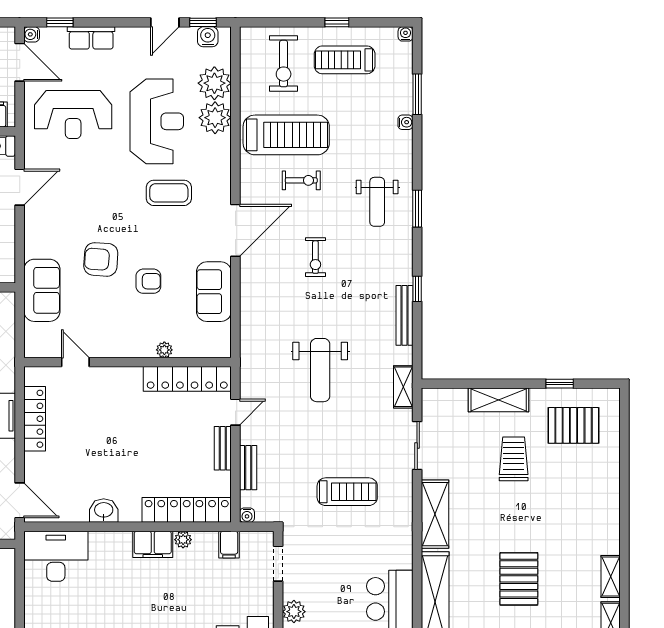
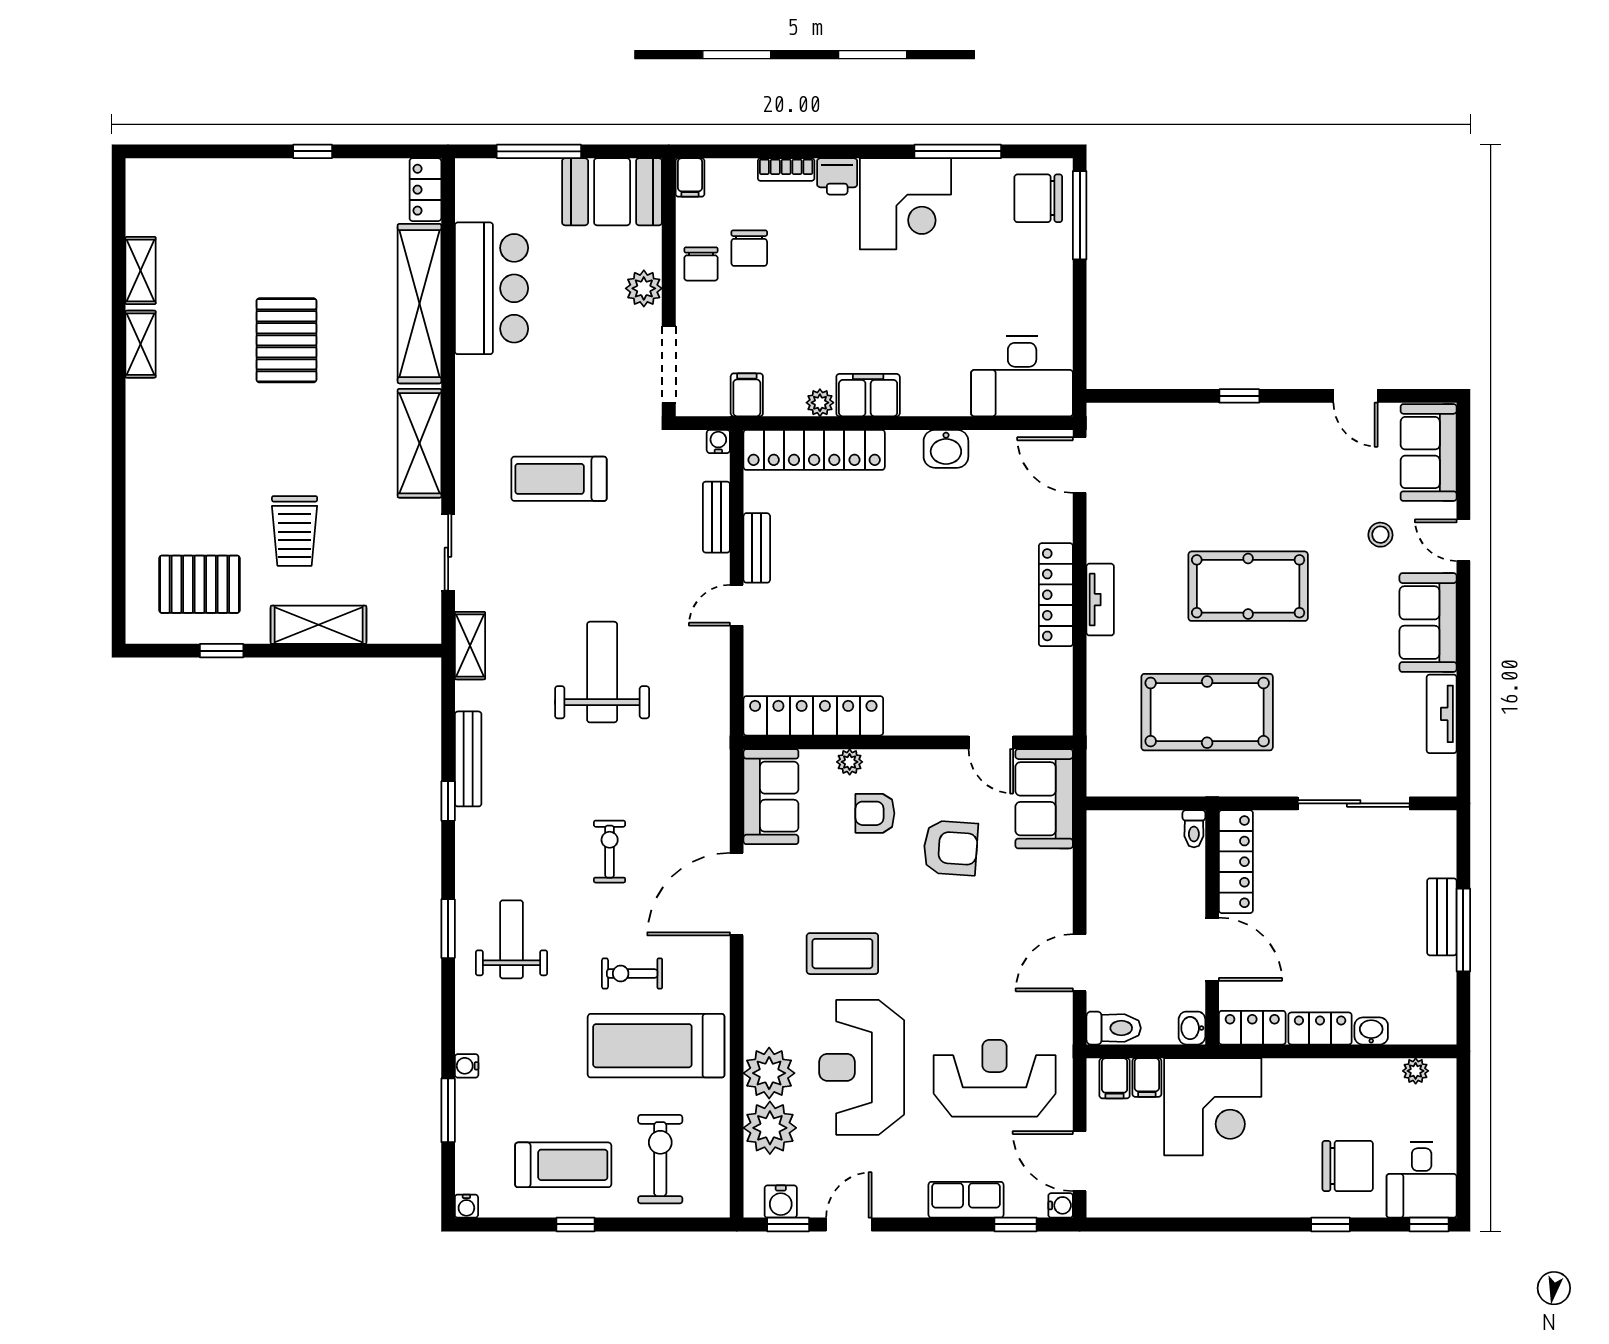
plant: (164, 350) -> (850, 762), moved
door: (75, 362) -> (991, 742), moved
wall: (127, 362) -> (908, 742), moved
locker: (187, 379) -> (813, 716), moved
doorway: (278, 564) -> (669, 365), width x1.38

